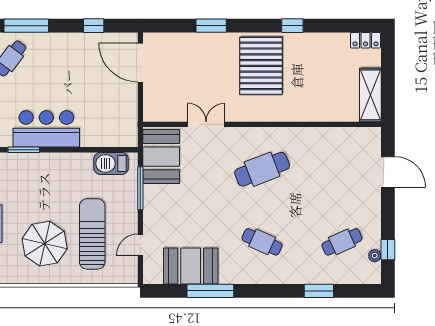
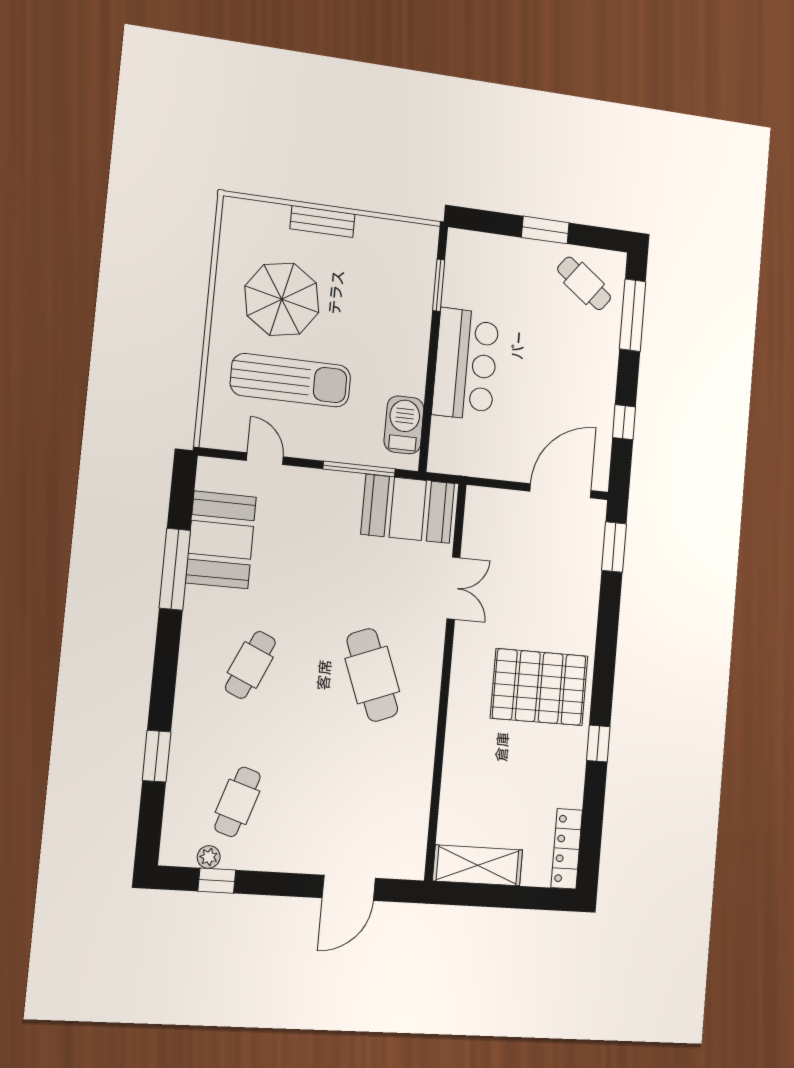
window: (211, 26) -> (614, 547), moved
locker: (366, 40) -> (567, 849), width x1.53
bar counter: (46, 129) -> (466, 364), moved
cafe table: (342, 242) -> (238, 802), turned 42

